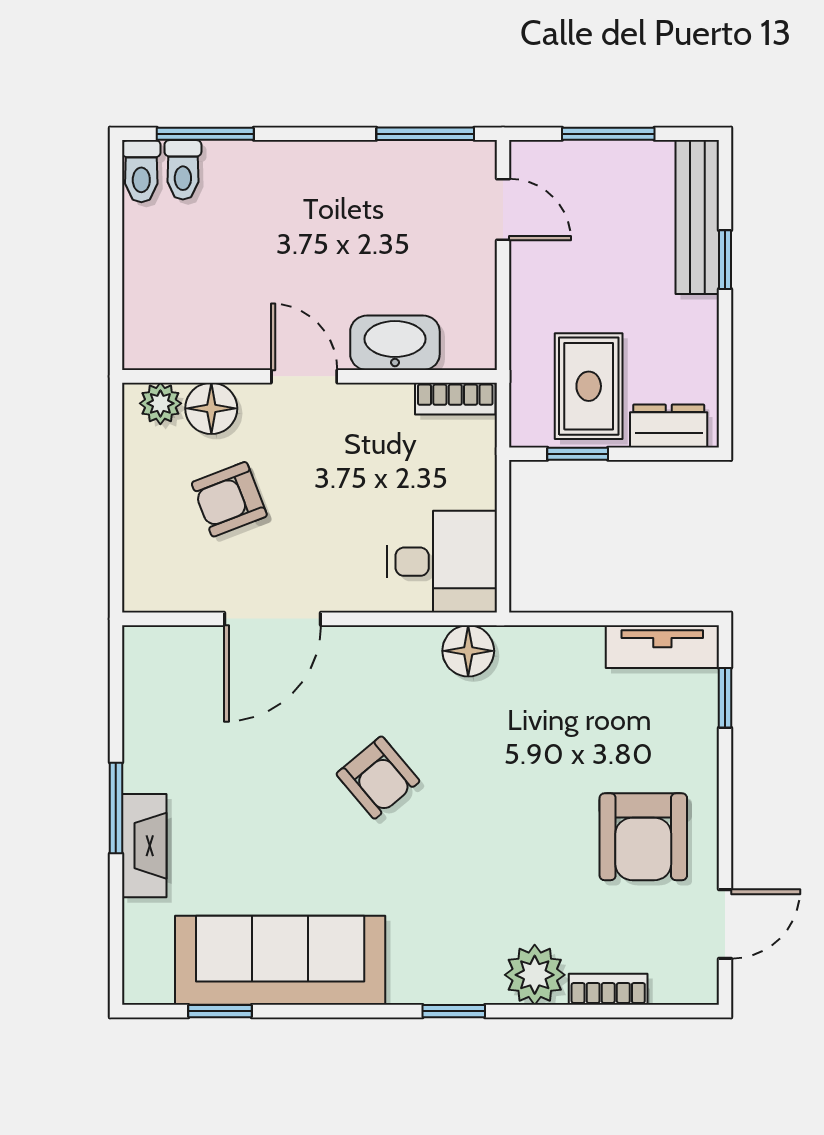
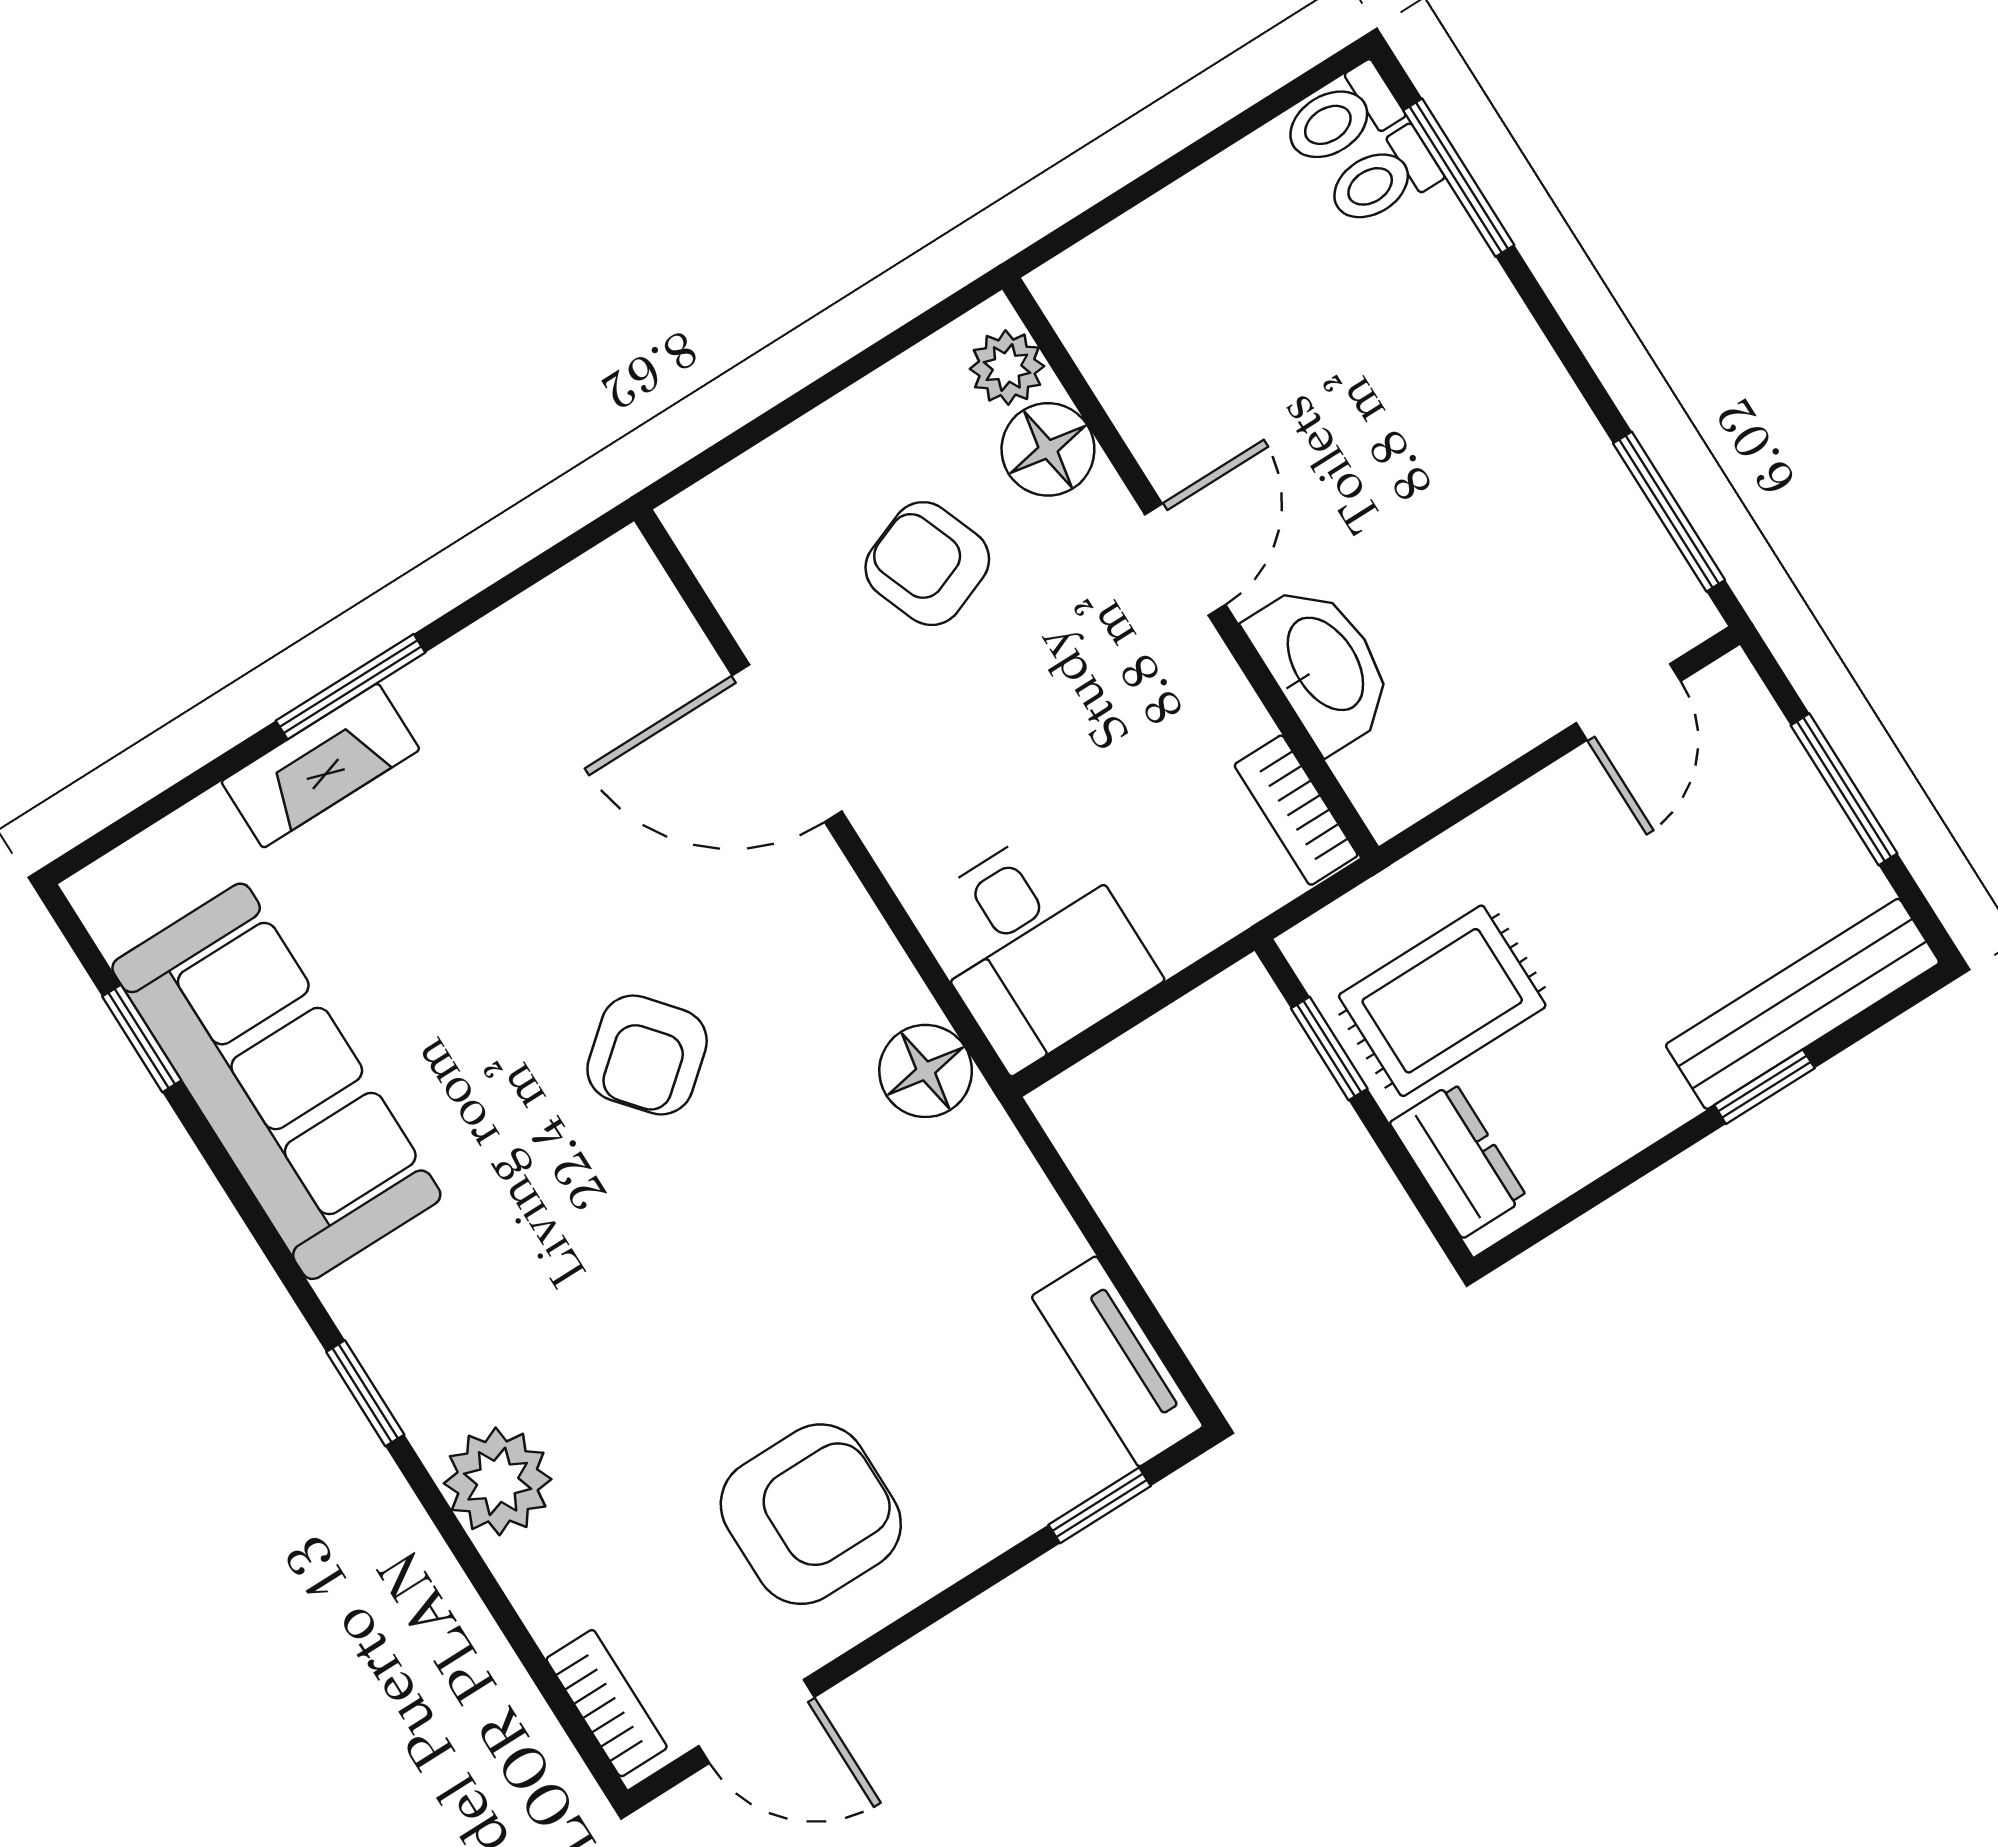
armchair: (643, 837) -> (811, 1514), turned 180
bookcase: (608, 989) -> (607, 1703), moved

